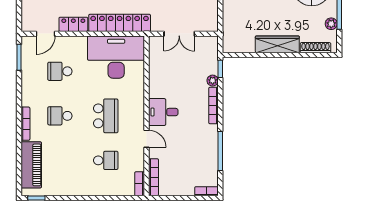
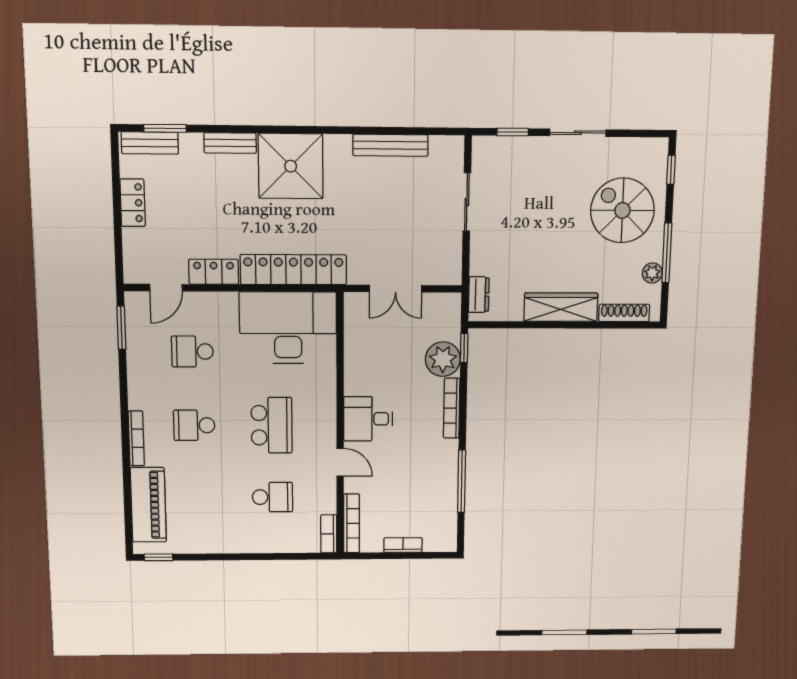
dresser: (228, 37) -> (479, 295), added
plant: (213, 81) -> (443, 359), width x1.88, depth x1.88
bookcase: (206, 191) -> (403, 545), moved

